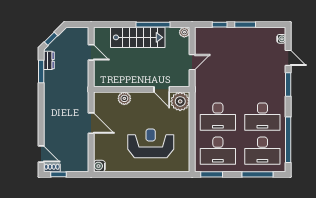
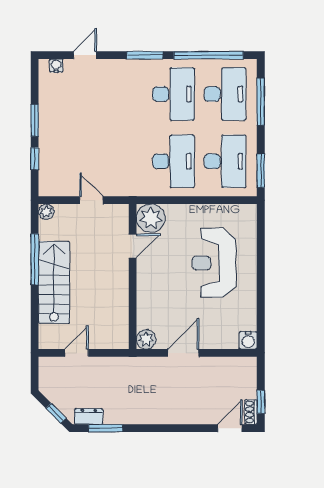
window: (288, 85) -> (145, 55), moved
plant: (124, 98) -> (146, 339), moved

